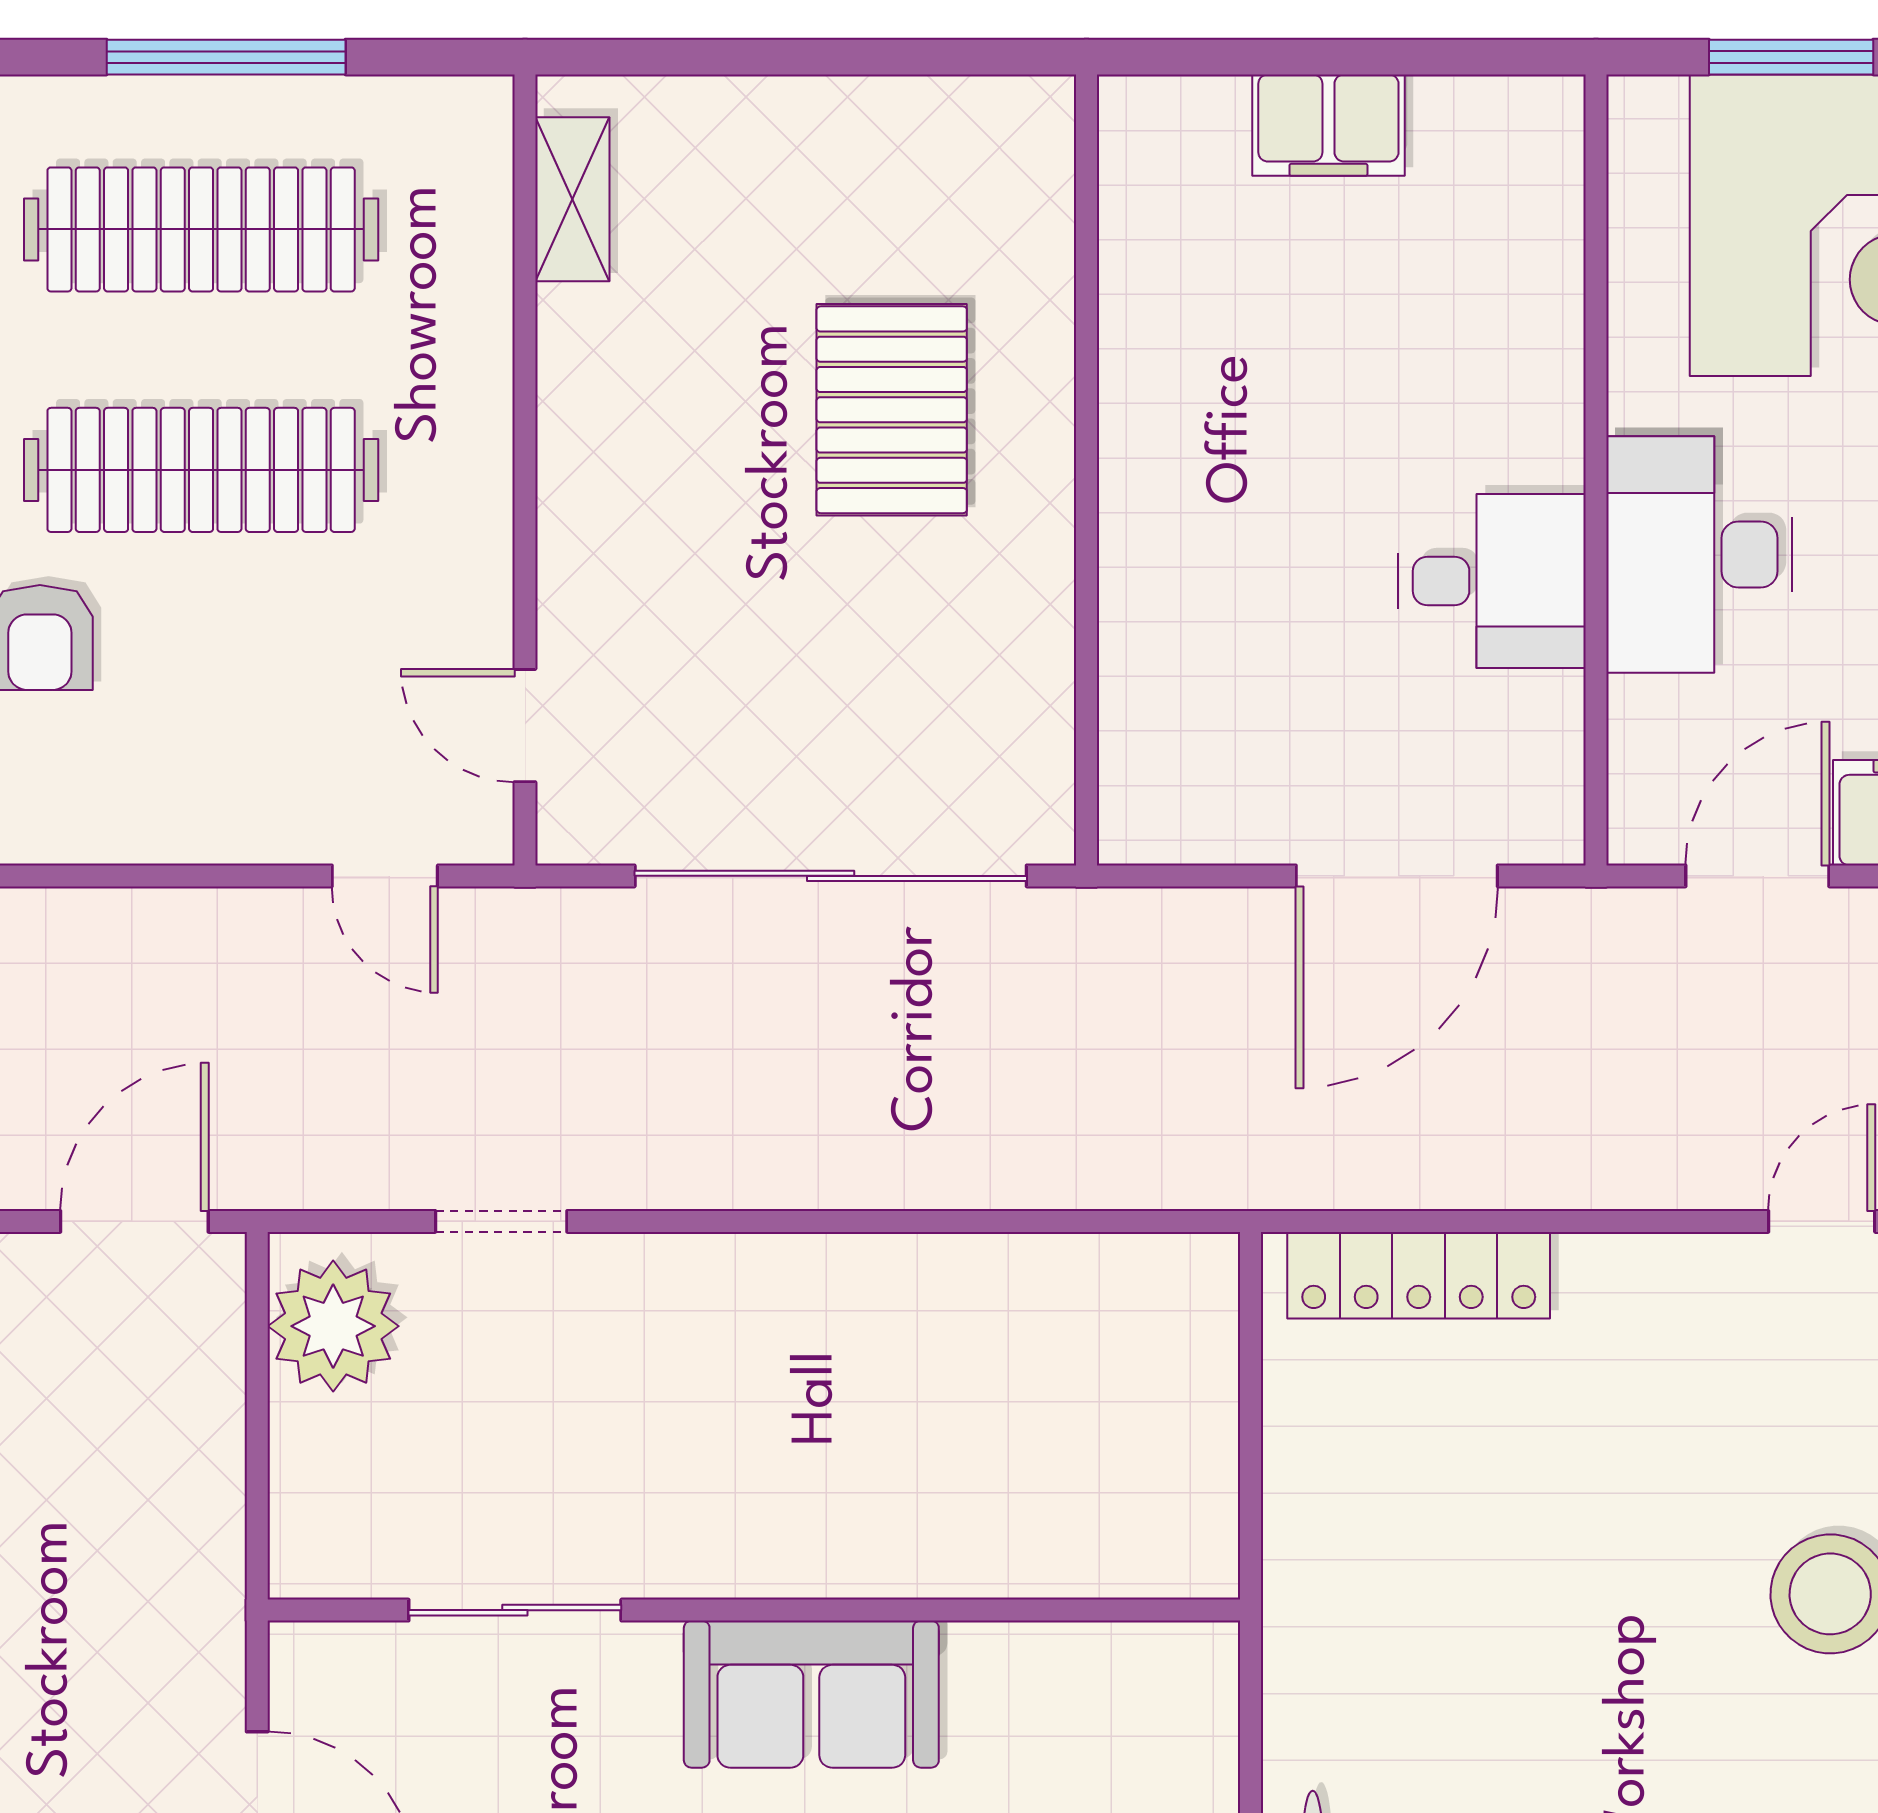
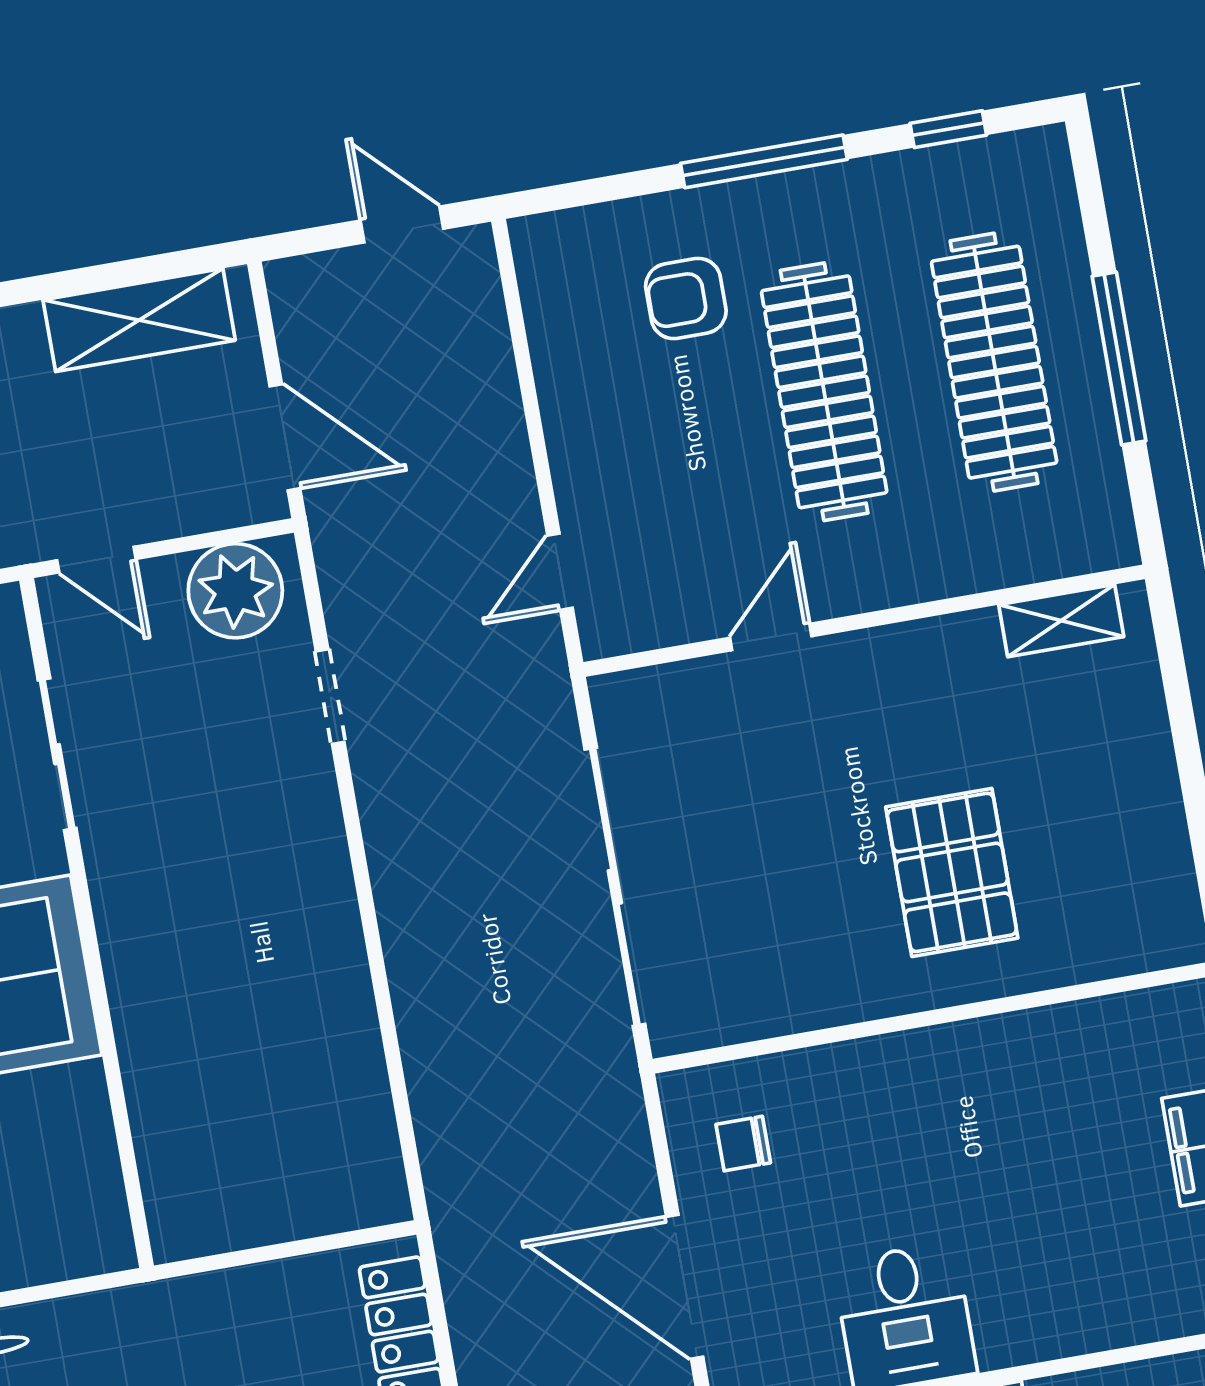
pallet: (892, 410) -> (952, 872), turned 90
door: (525, 726) -> (771, 637), moved
chair: (1214, 761) -> (743, 1144), added
door: (257, 1509) -> (96, 560), added

